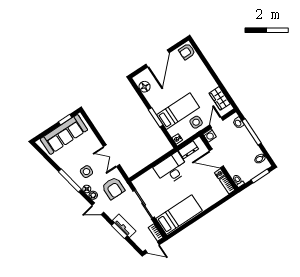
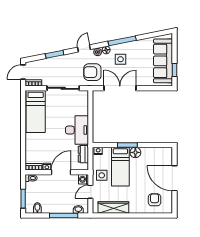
armchair: (187, 52) -> (155, 200), moved
floor lamp: (145, 87) -> (135, 152), moved
wardrobe: (220, 98) -> (113, 207), width x1.50
door: (216, 123) -> (90, 192), swing flipped
double door: (112, 156) -> (120, 88), width x1.37
tv unit: (124, 226) -> (56, 61), removed

